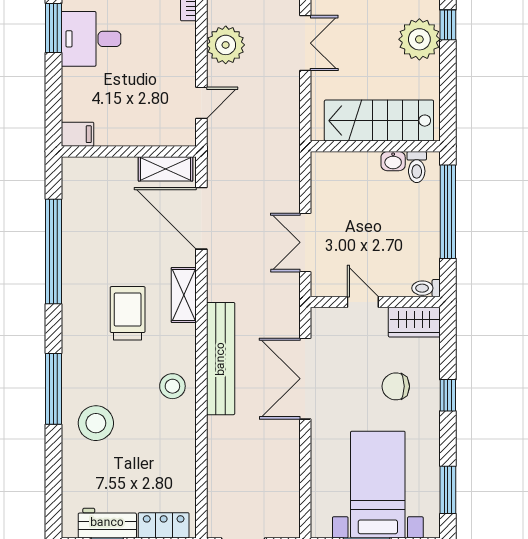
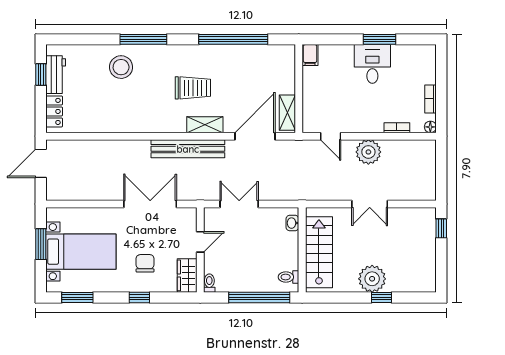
washbasin: (393, 161) -> (292, 223), moved
bench: (221, 359) -> (188, 149), moved
stool: (172, 386) -> (145, 117), removed

